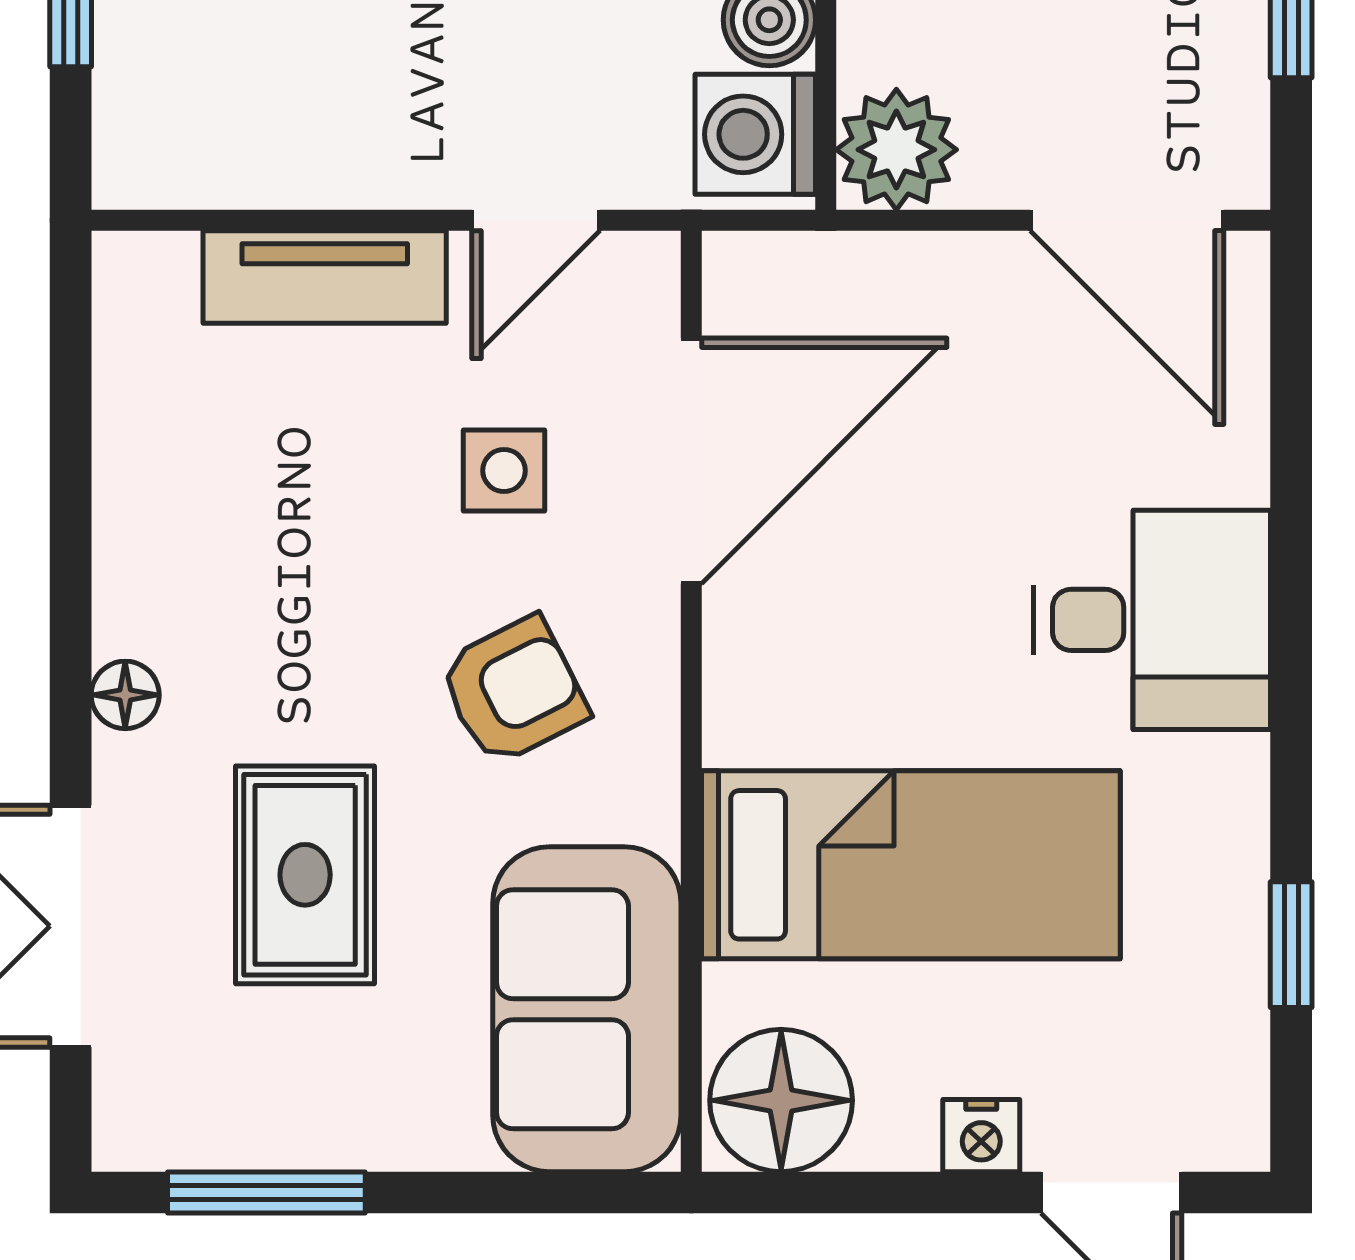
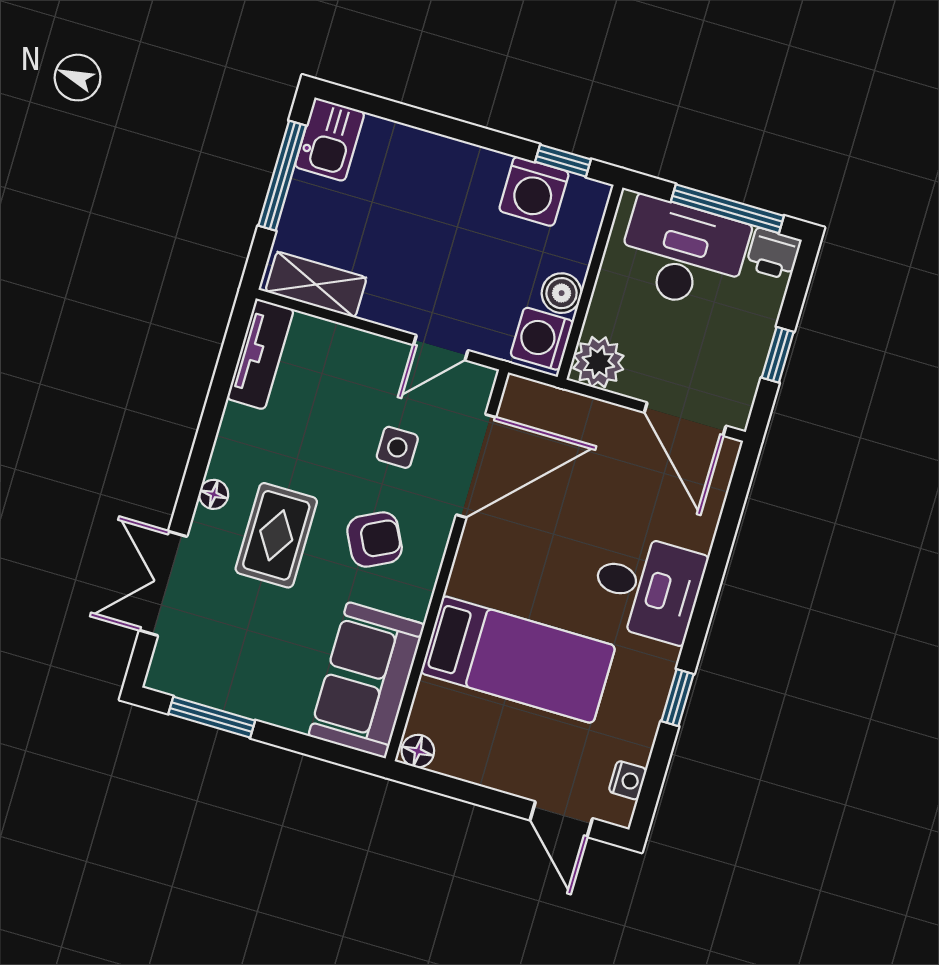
shelving: (217, 161) -> (316, 285), added
tv unit: (325, 277) -> (260, 354), moved, turned -90
rug: (305, 875) -> (276, 535), moved
window: (1291, 945) -> (677, 698), moved
floor lamp: (781, 1100) -> (418, 751), width x0.53, depth x0.53
nightstand: (981, 1136) -> (628, 780), moved, turned -90

